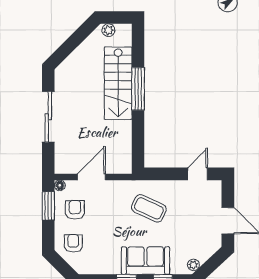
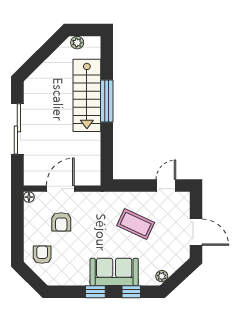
window: (48, 206) -> (17, 217), removed
coffee table: (149, 208) -> (136, 224), moved
armchair: (75, 210) -> (61, 222), moved, turned 180

